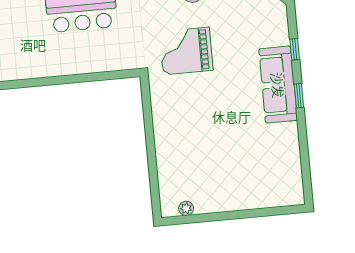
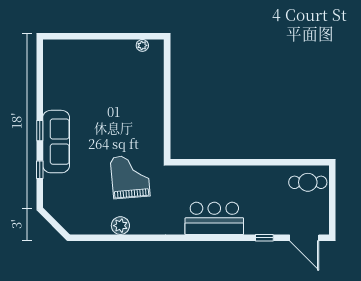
grand piano: (186, 51) -> (130, 177), turned -95

